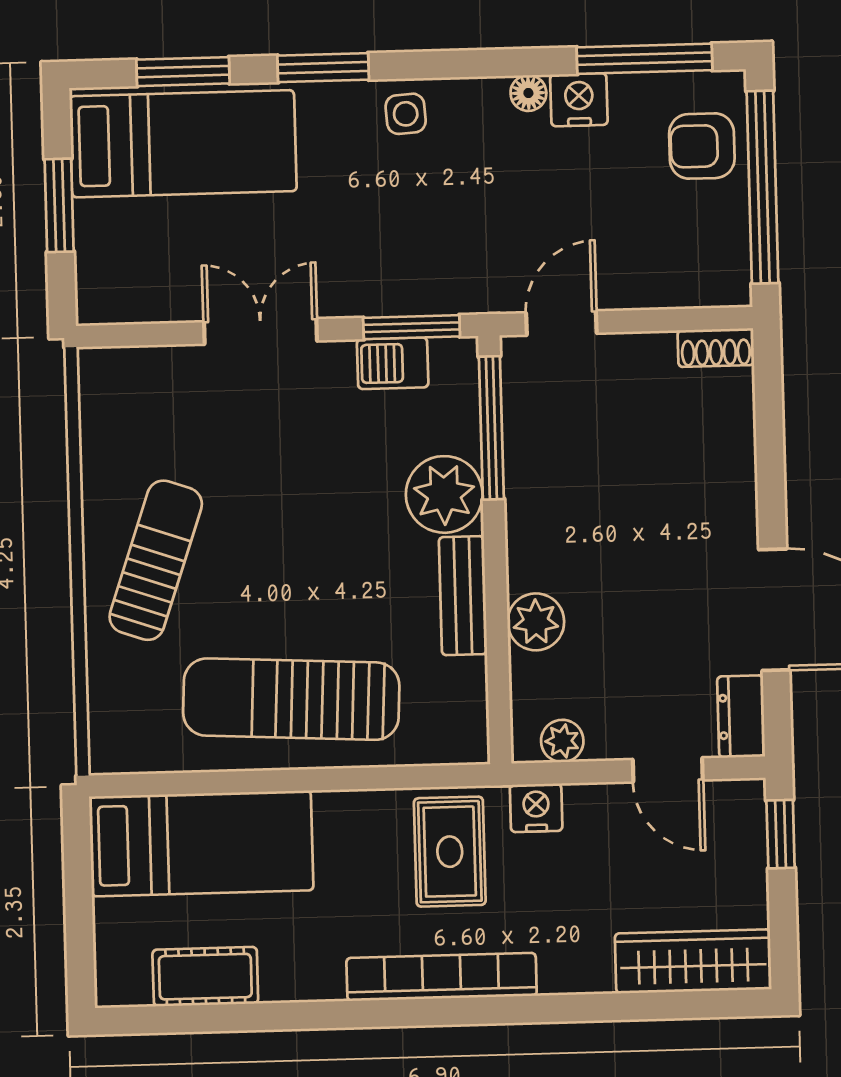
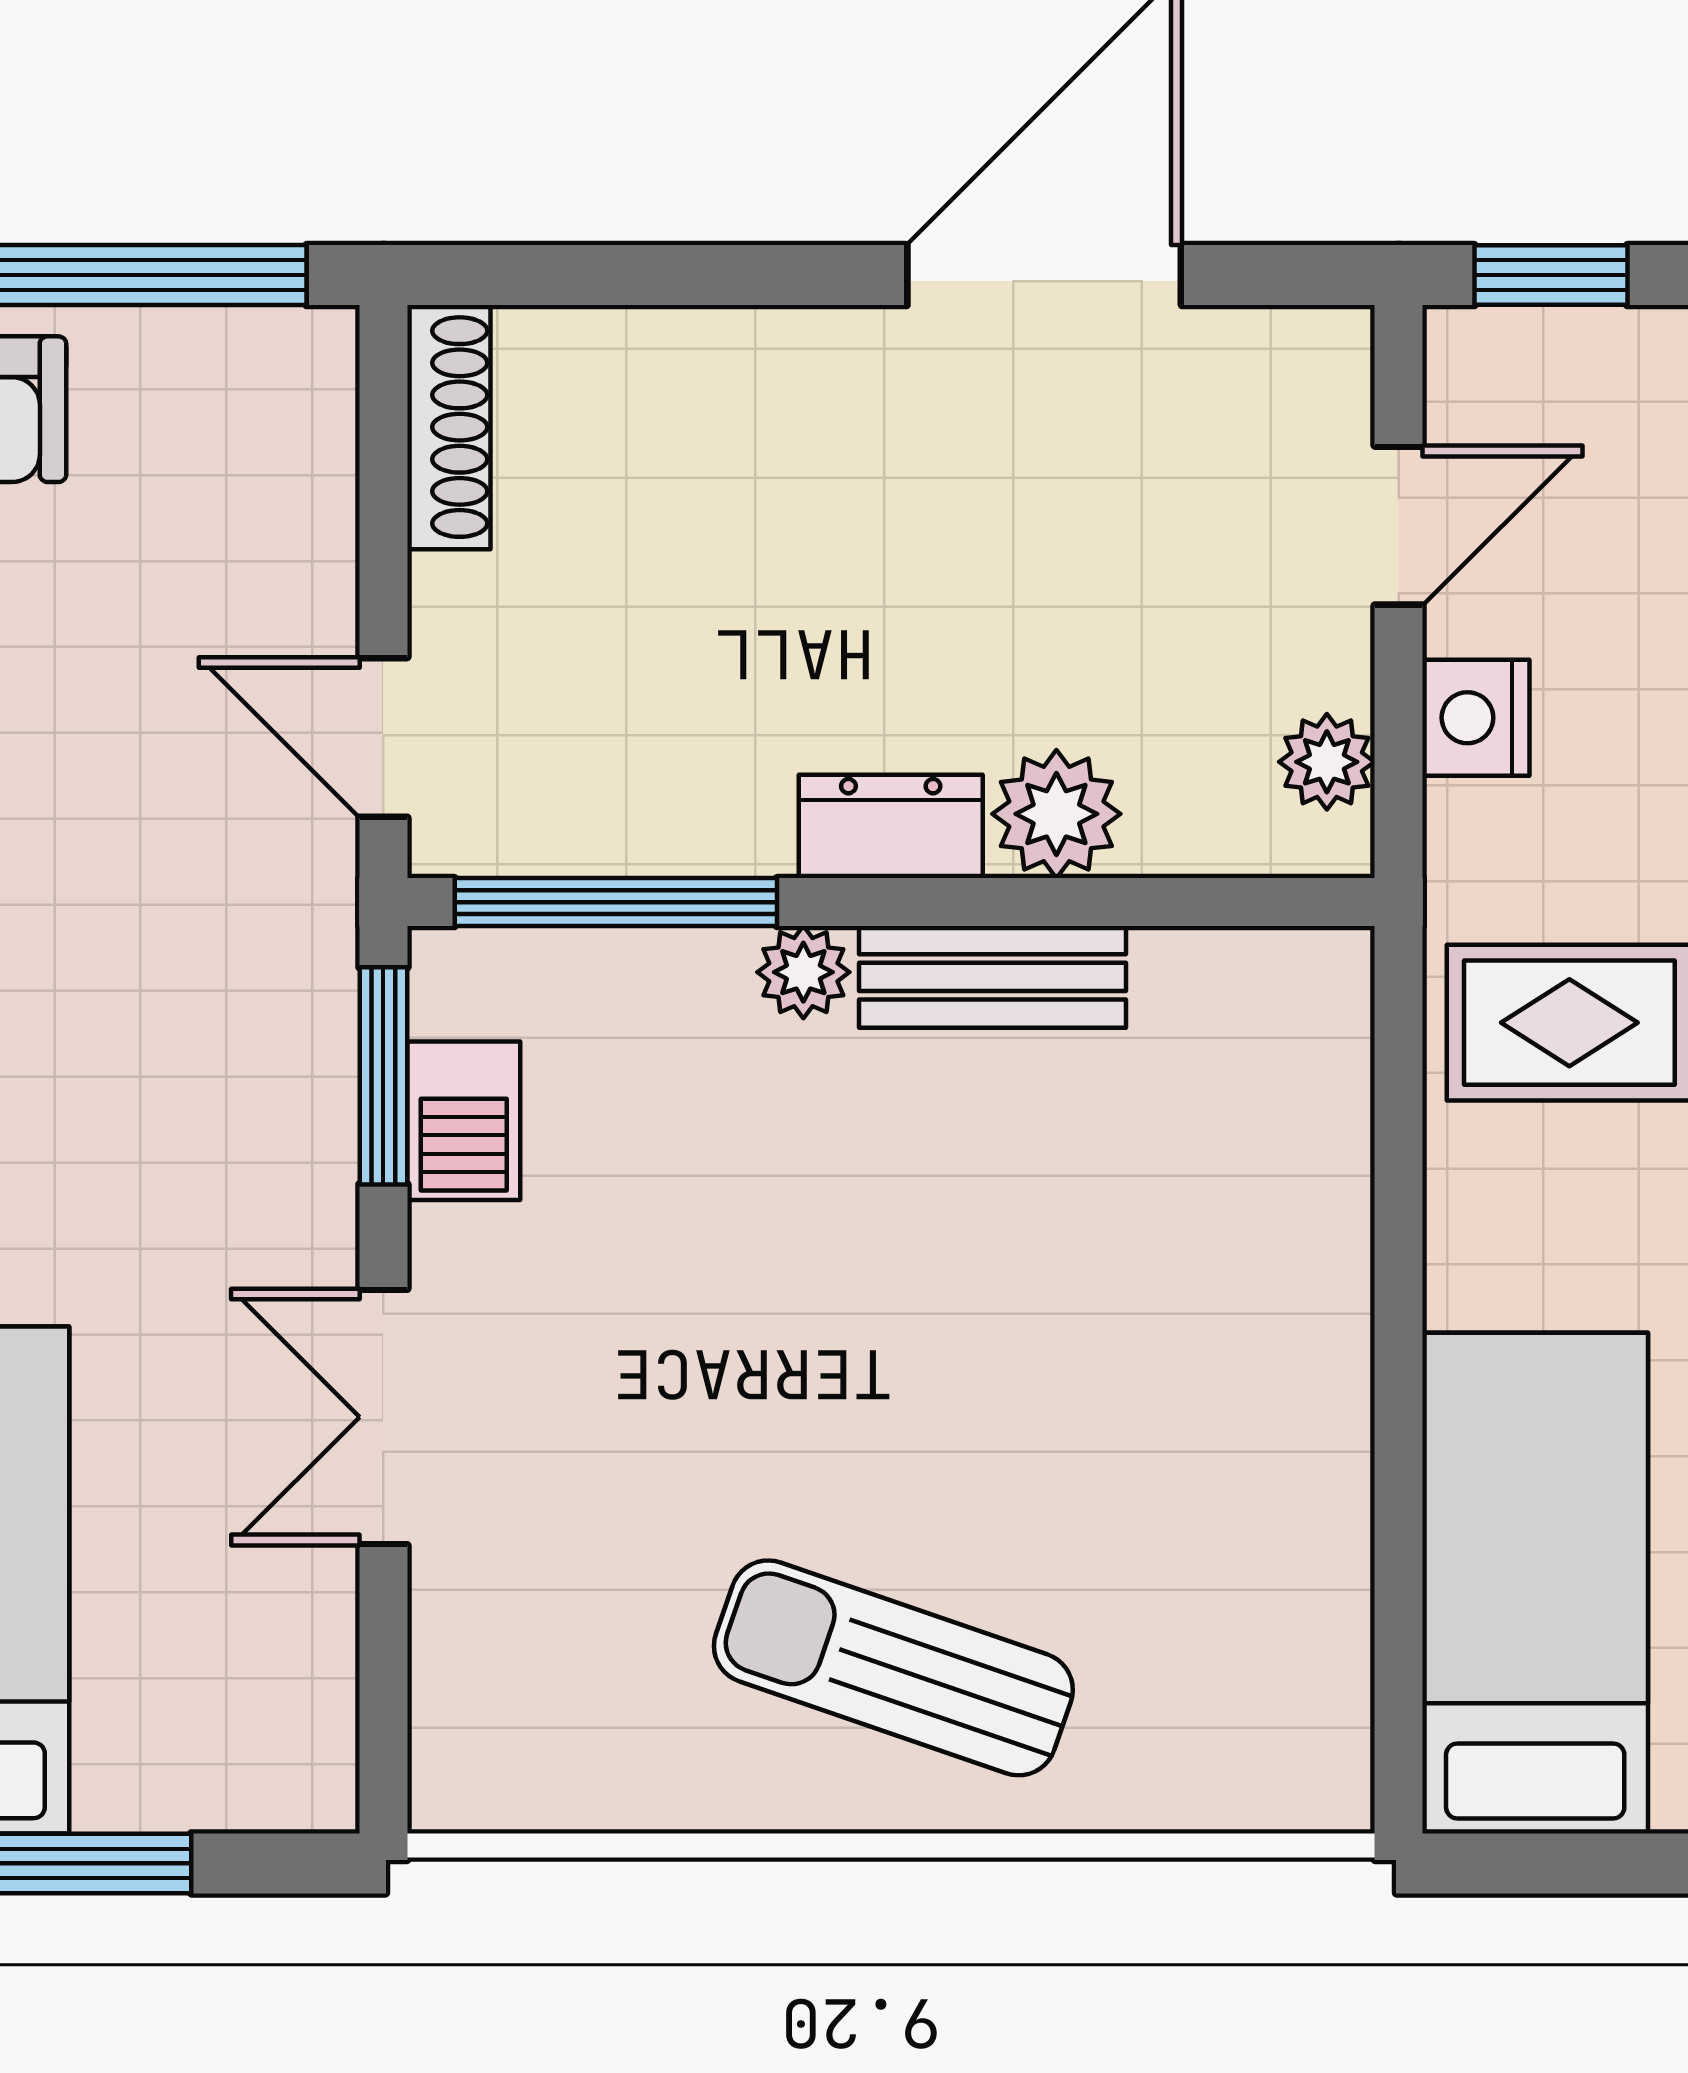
shoe rack: (716, 348) -> (449, 427), width x1.43
plant: (444, 494) -> (803, 972), width x0.53, depth x0.53
sun lounger: (291, 699) -> (1215, 1371), removed
dresser: (741, 716) -> (891, 826), moved, turned 180
nightstand: (536, 808) -> (1476, 718), moved

